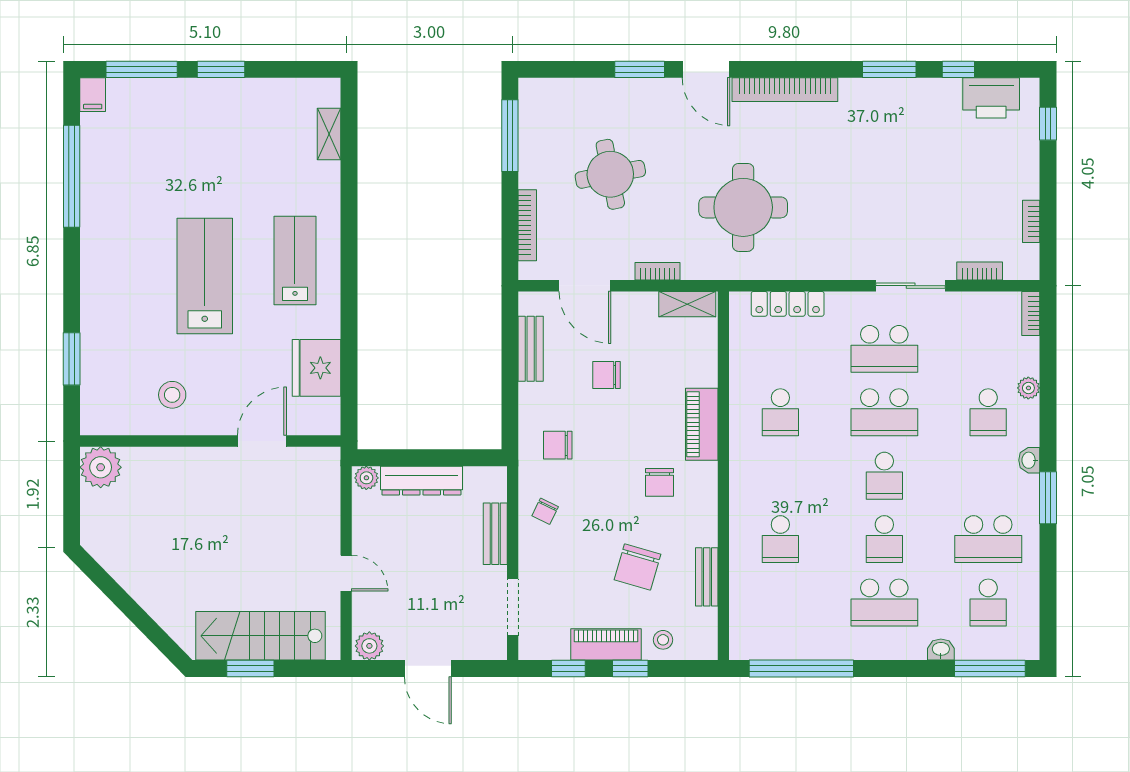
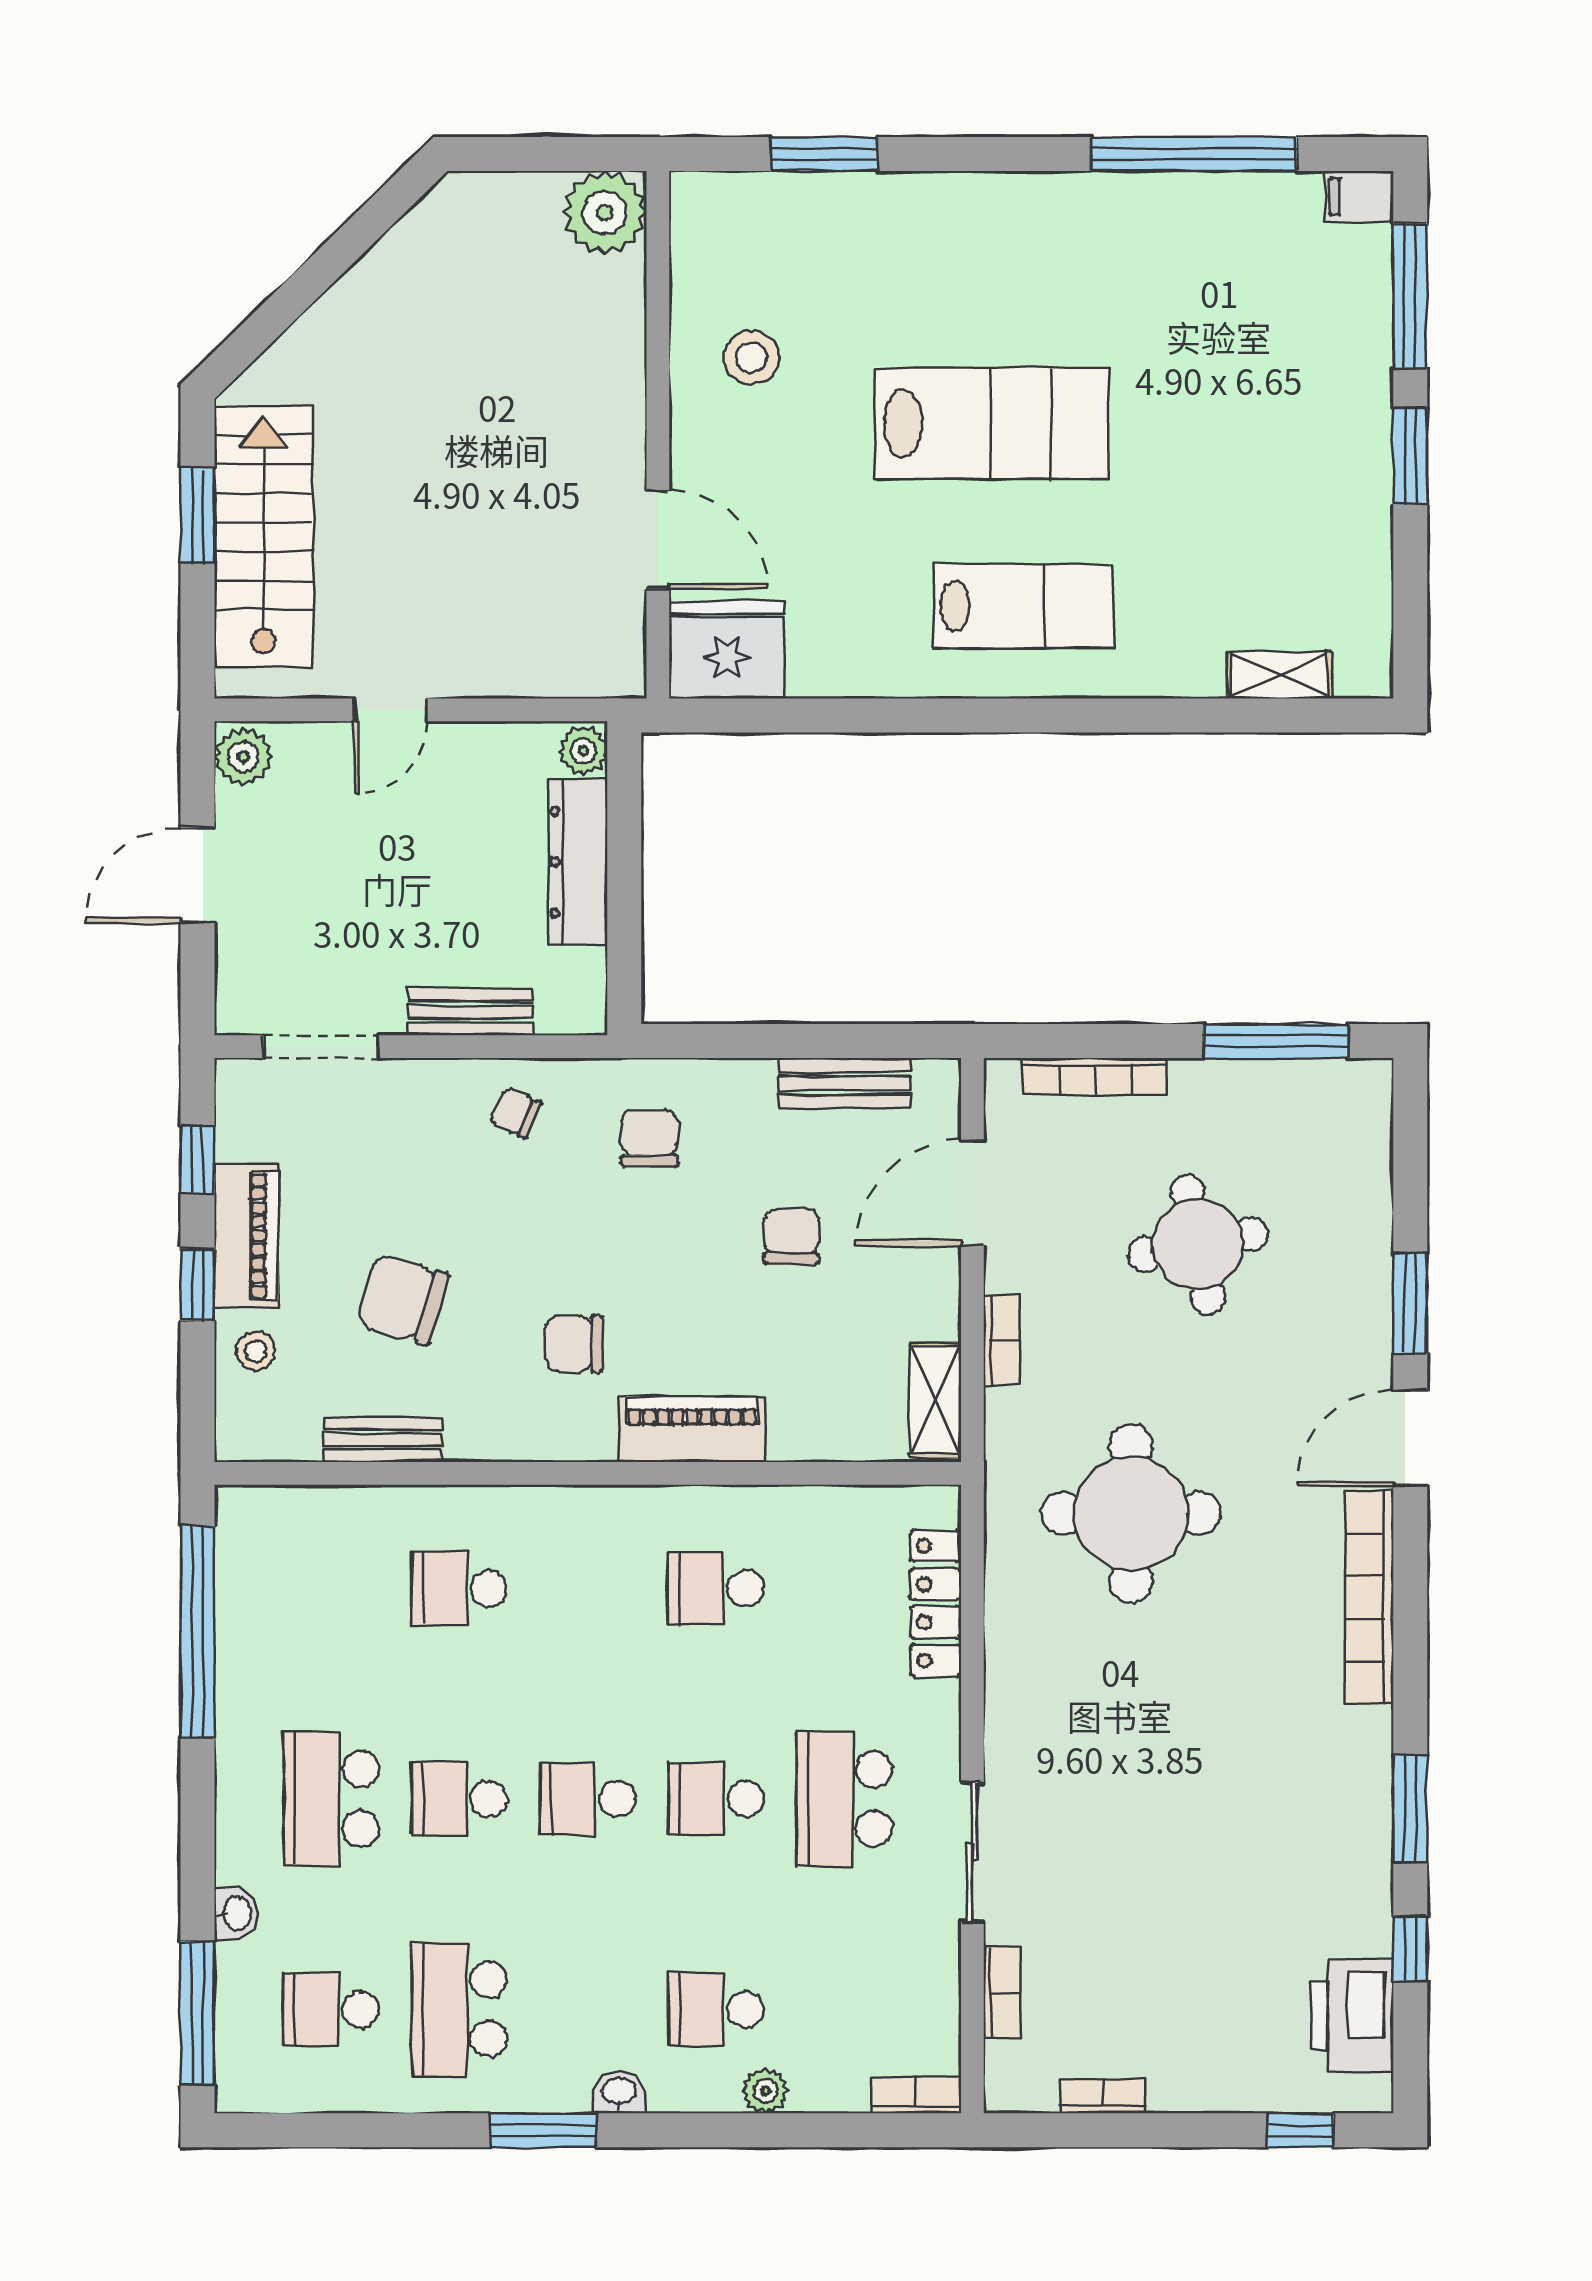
fridge: (317, 368) -> (727, 650), moved
school desk: (884, 412) -> (716, 1799), width x0.54

